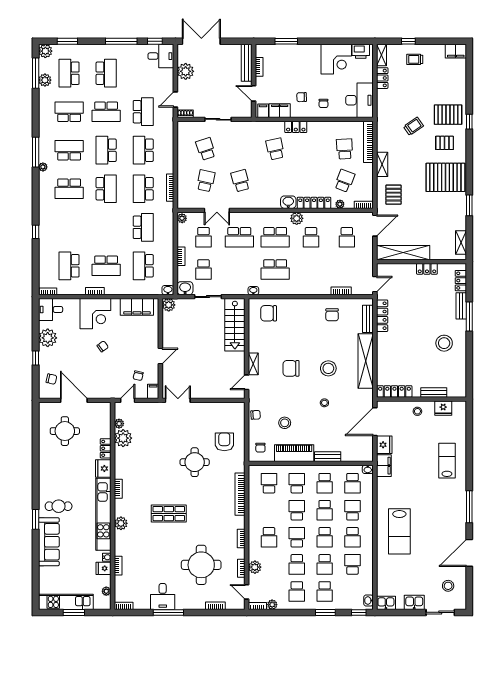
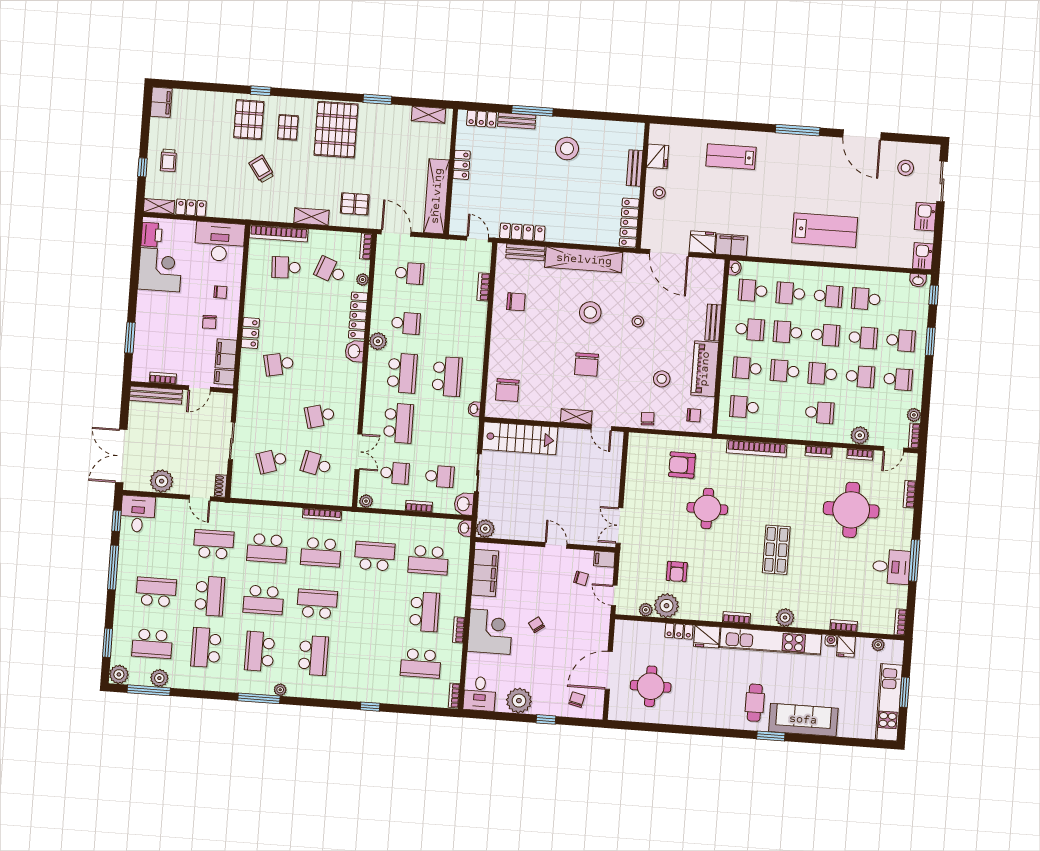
armchair: (148, 444) -> (677, 572), added
school desk: (352, 483) -> (753, 291), turned 180
school desk: (325, 510) -> (788, 332), turned 180

